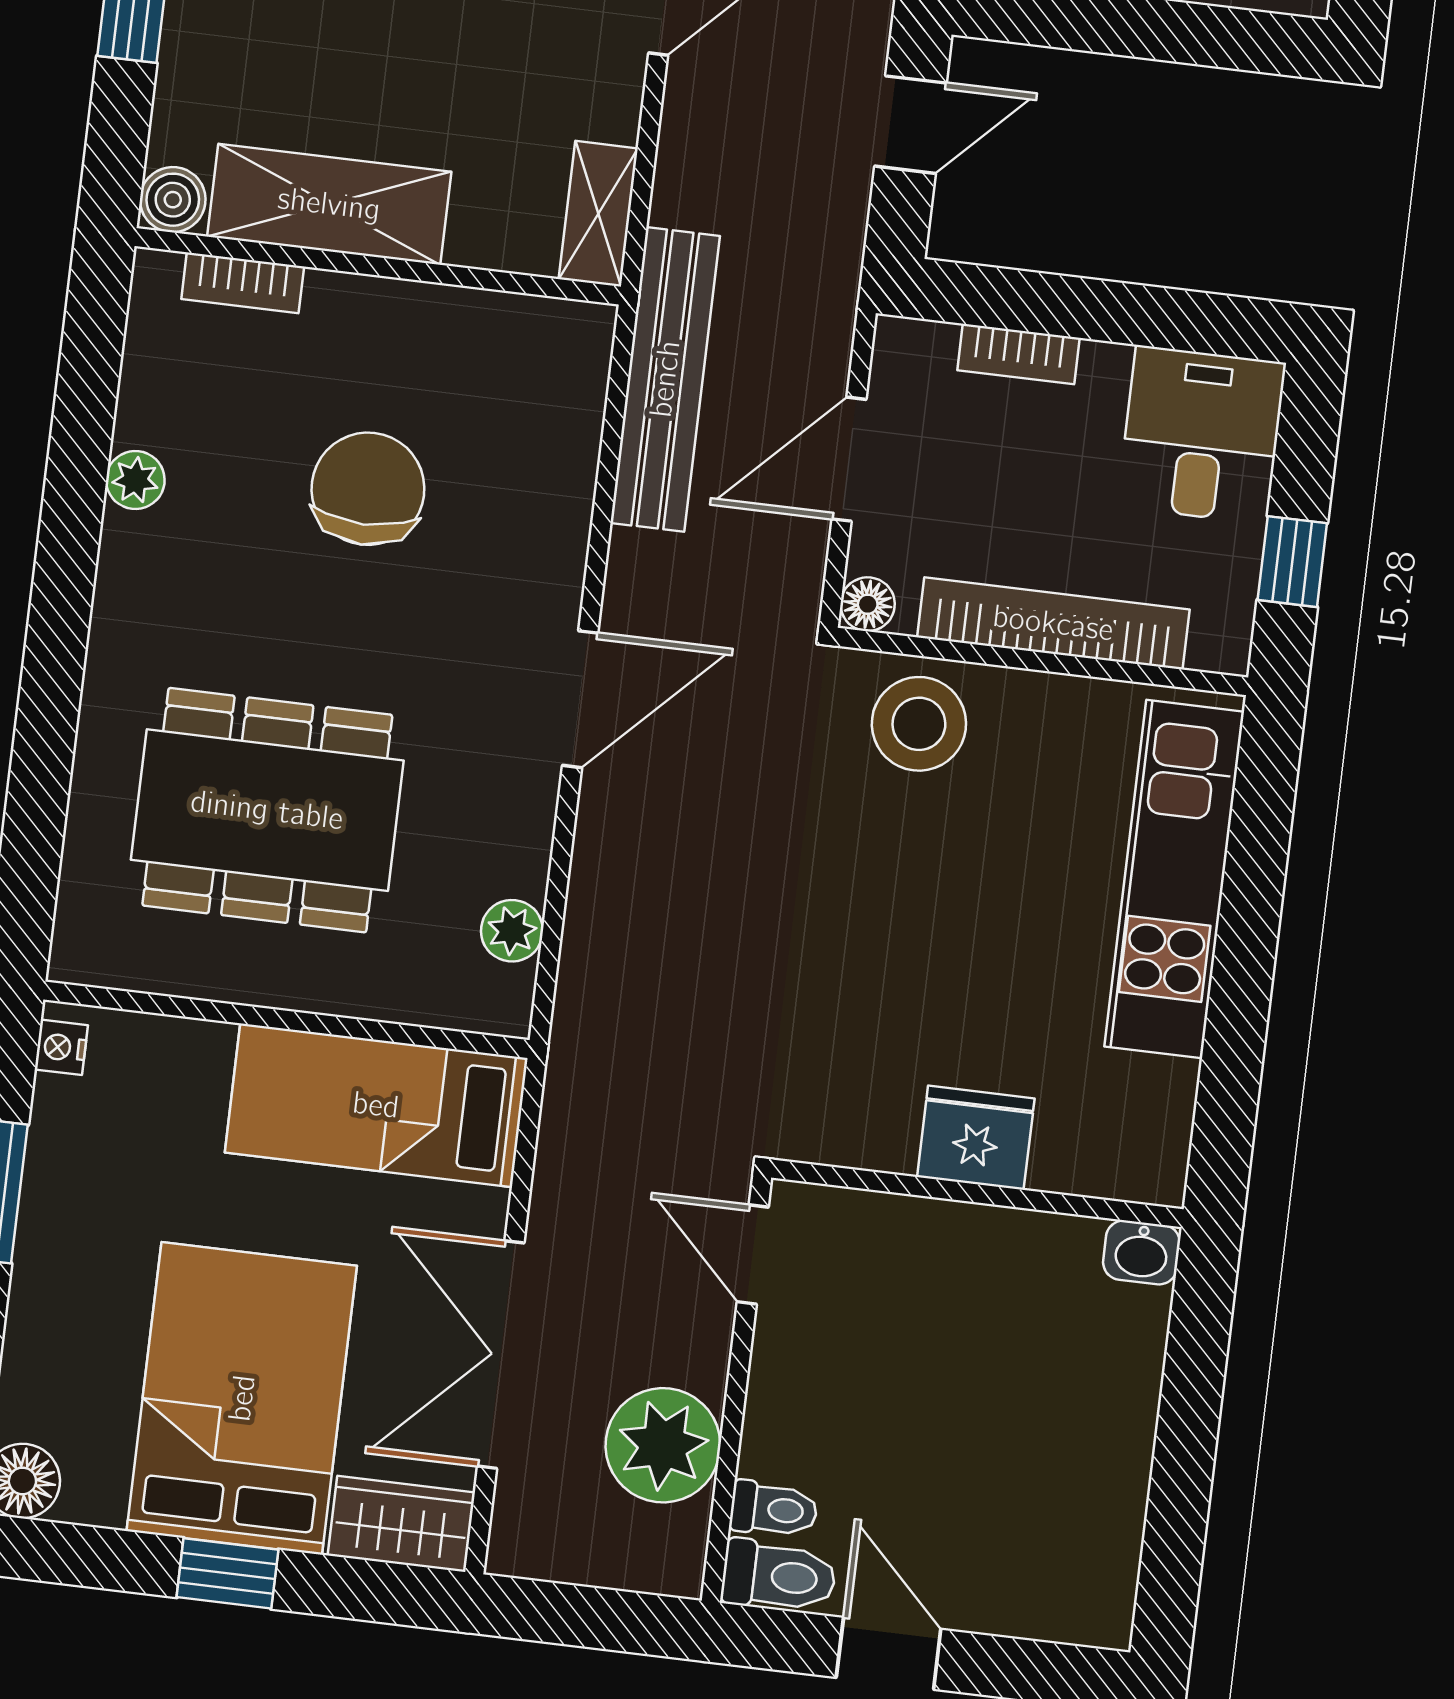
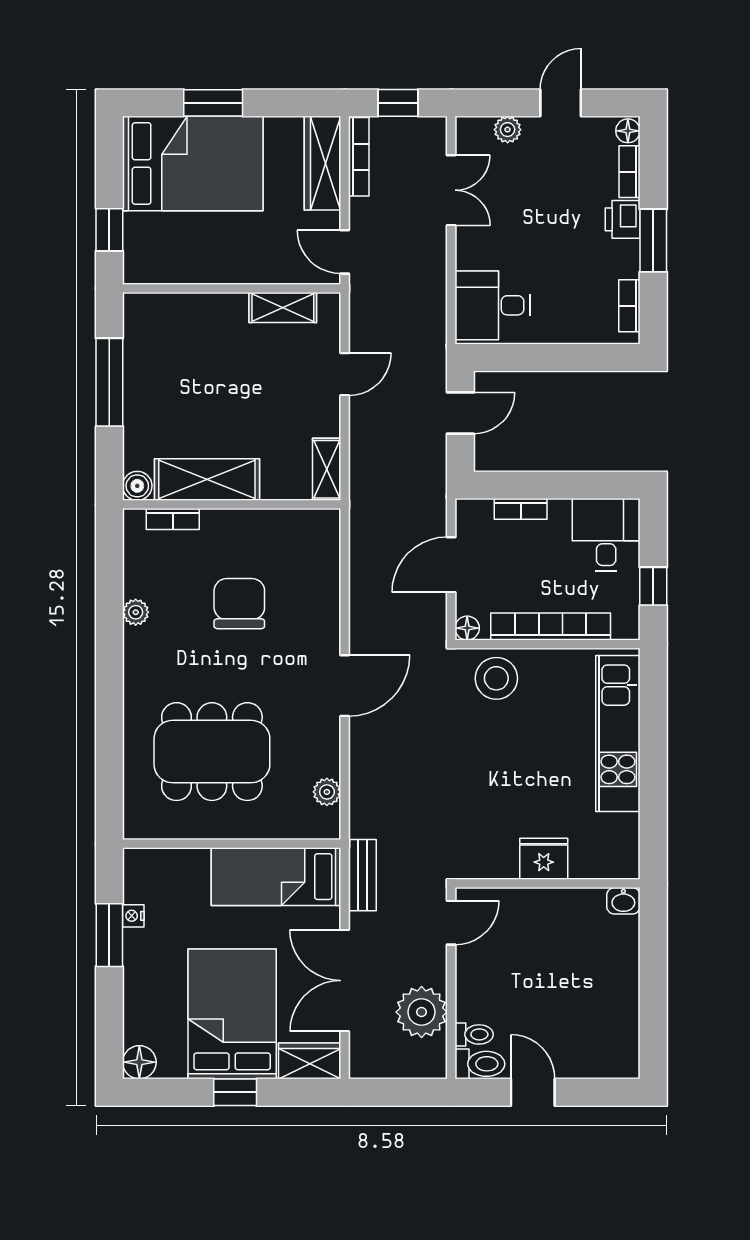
bench: (665, 379) -> (362, 875), moved, width x0.54, depth x0.82
nightstand: (61, 1047) -> (133, 916), moved
door: (753, 1255) -> (451, 923), swing flipped

